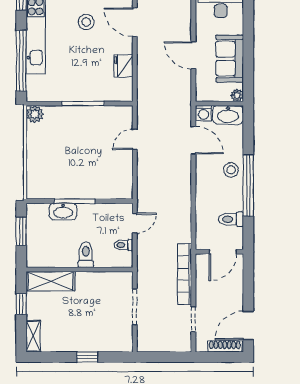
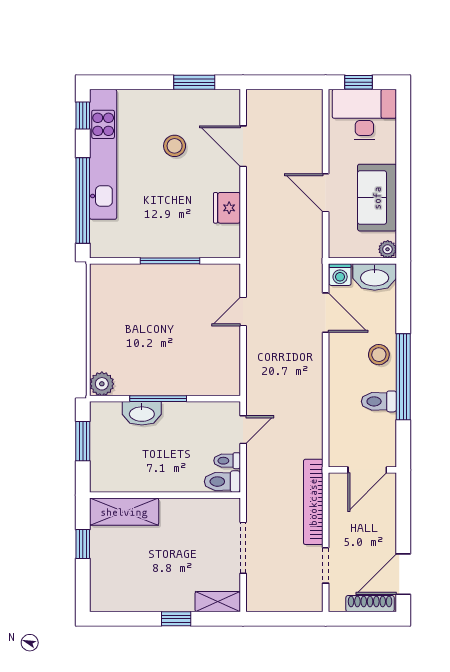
plant: (35, 114) -> (102, 384), moved
toilet: (231, 219) -> (379, 401), moved
toilet: (86, 255) -> (222, 482), moved, turned -90
shelving: (33, 336) -> (218, 602), moved, turned 90

